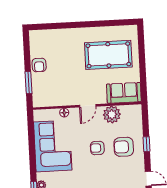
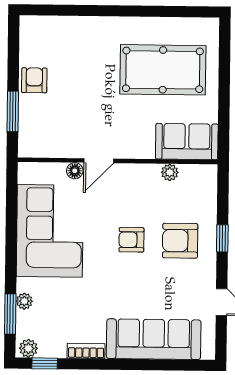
armchair: (39, 65) -> (34, 80), turned 180
door: (88, 106) -> (99, 161), moved
plant: (112, 114) -> (170, 172), width x0.53, depth x0.53

